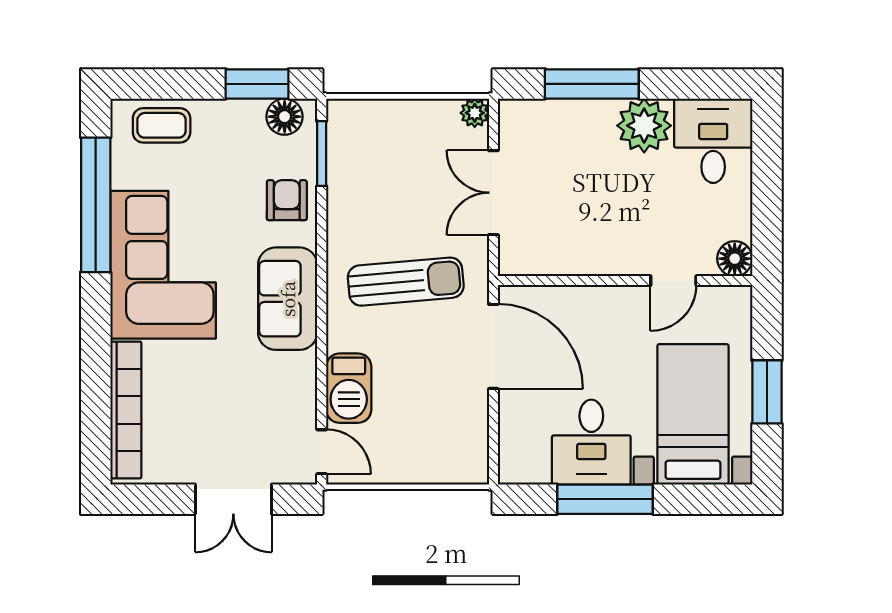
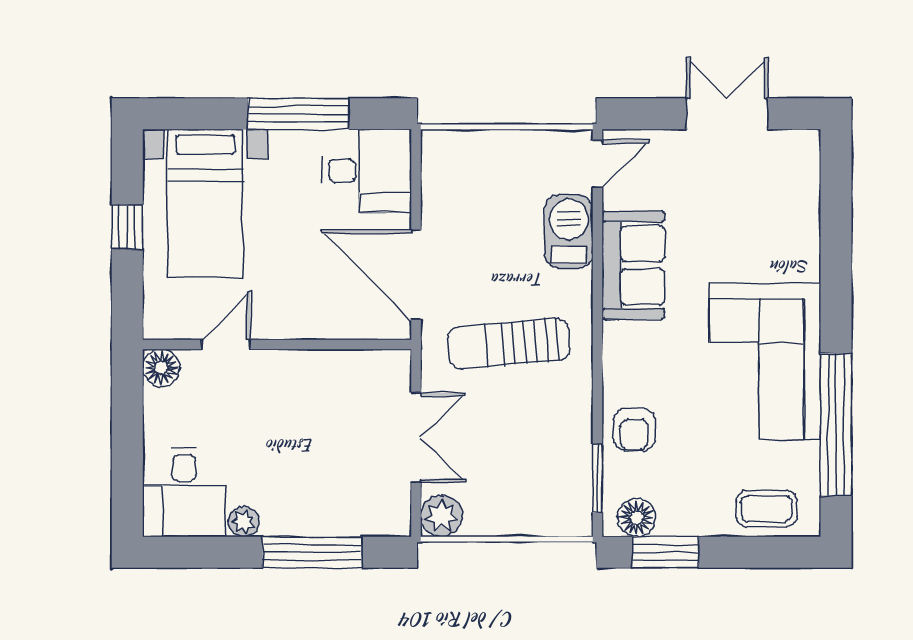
plant: (475, 113) -> (441, 516), width x1.38, depth x1.38
plant: (644, 126) -> (244, 522), width x0.53, depth x0.53
sofa: (288, 299) -> (633, 265), moved
window: (767, 392) -> (127, 227), width x0.67
bookcase: (126, 410) -> (804, 208), removed
desk: (591, 442) -> (367, 171), moved, turned 90
door: (322, 452) -> (597, 164), swing flipped
double door: (233, 499) -> (727, 114), moved

